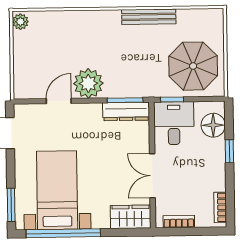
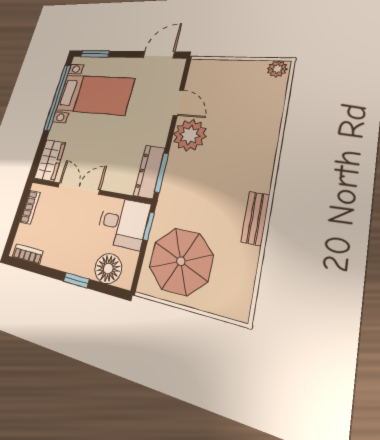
bench: (149, 17) -> (255, 218), width x0.73

